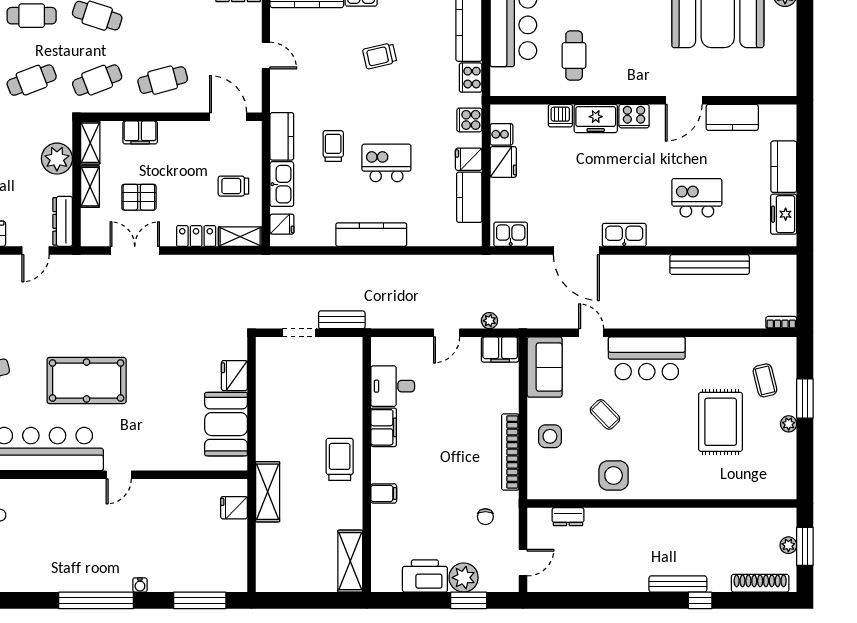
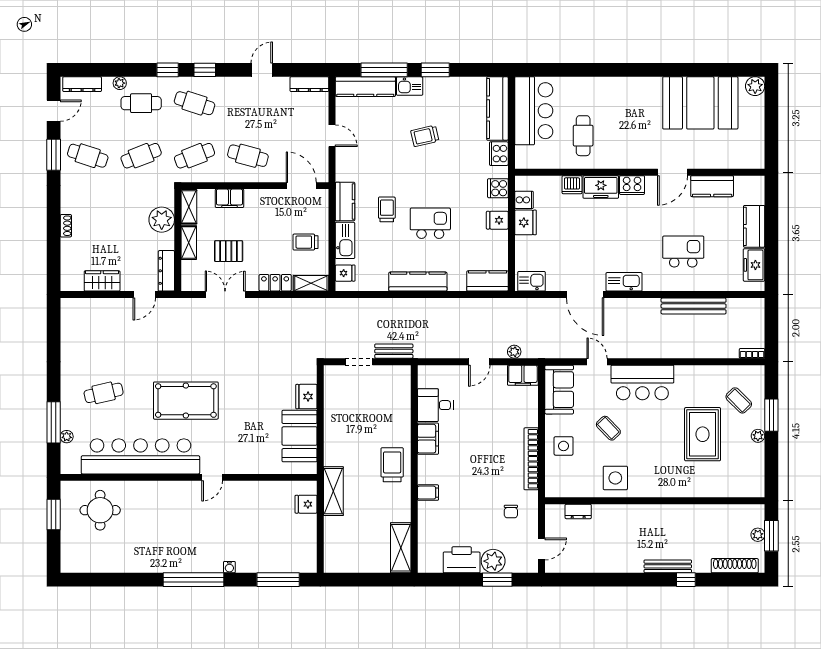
cafe table: (163, 80) -> (248, 156), turned 30
kitchen counter: (469, 197) -> (487, 281), moved, turned 90
coffee table: (765, 380) -> (739, 400), turned -31

